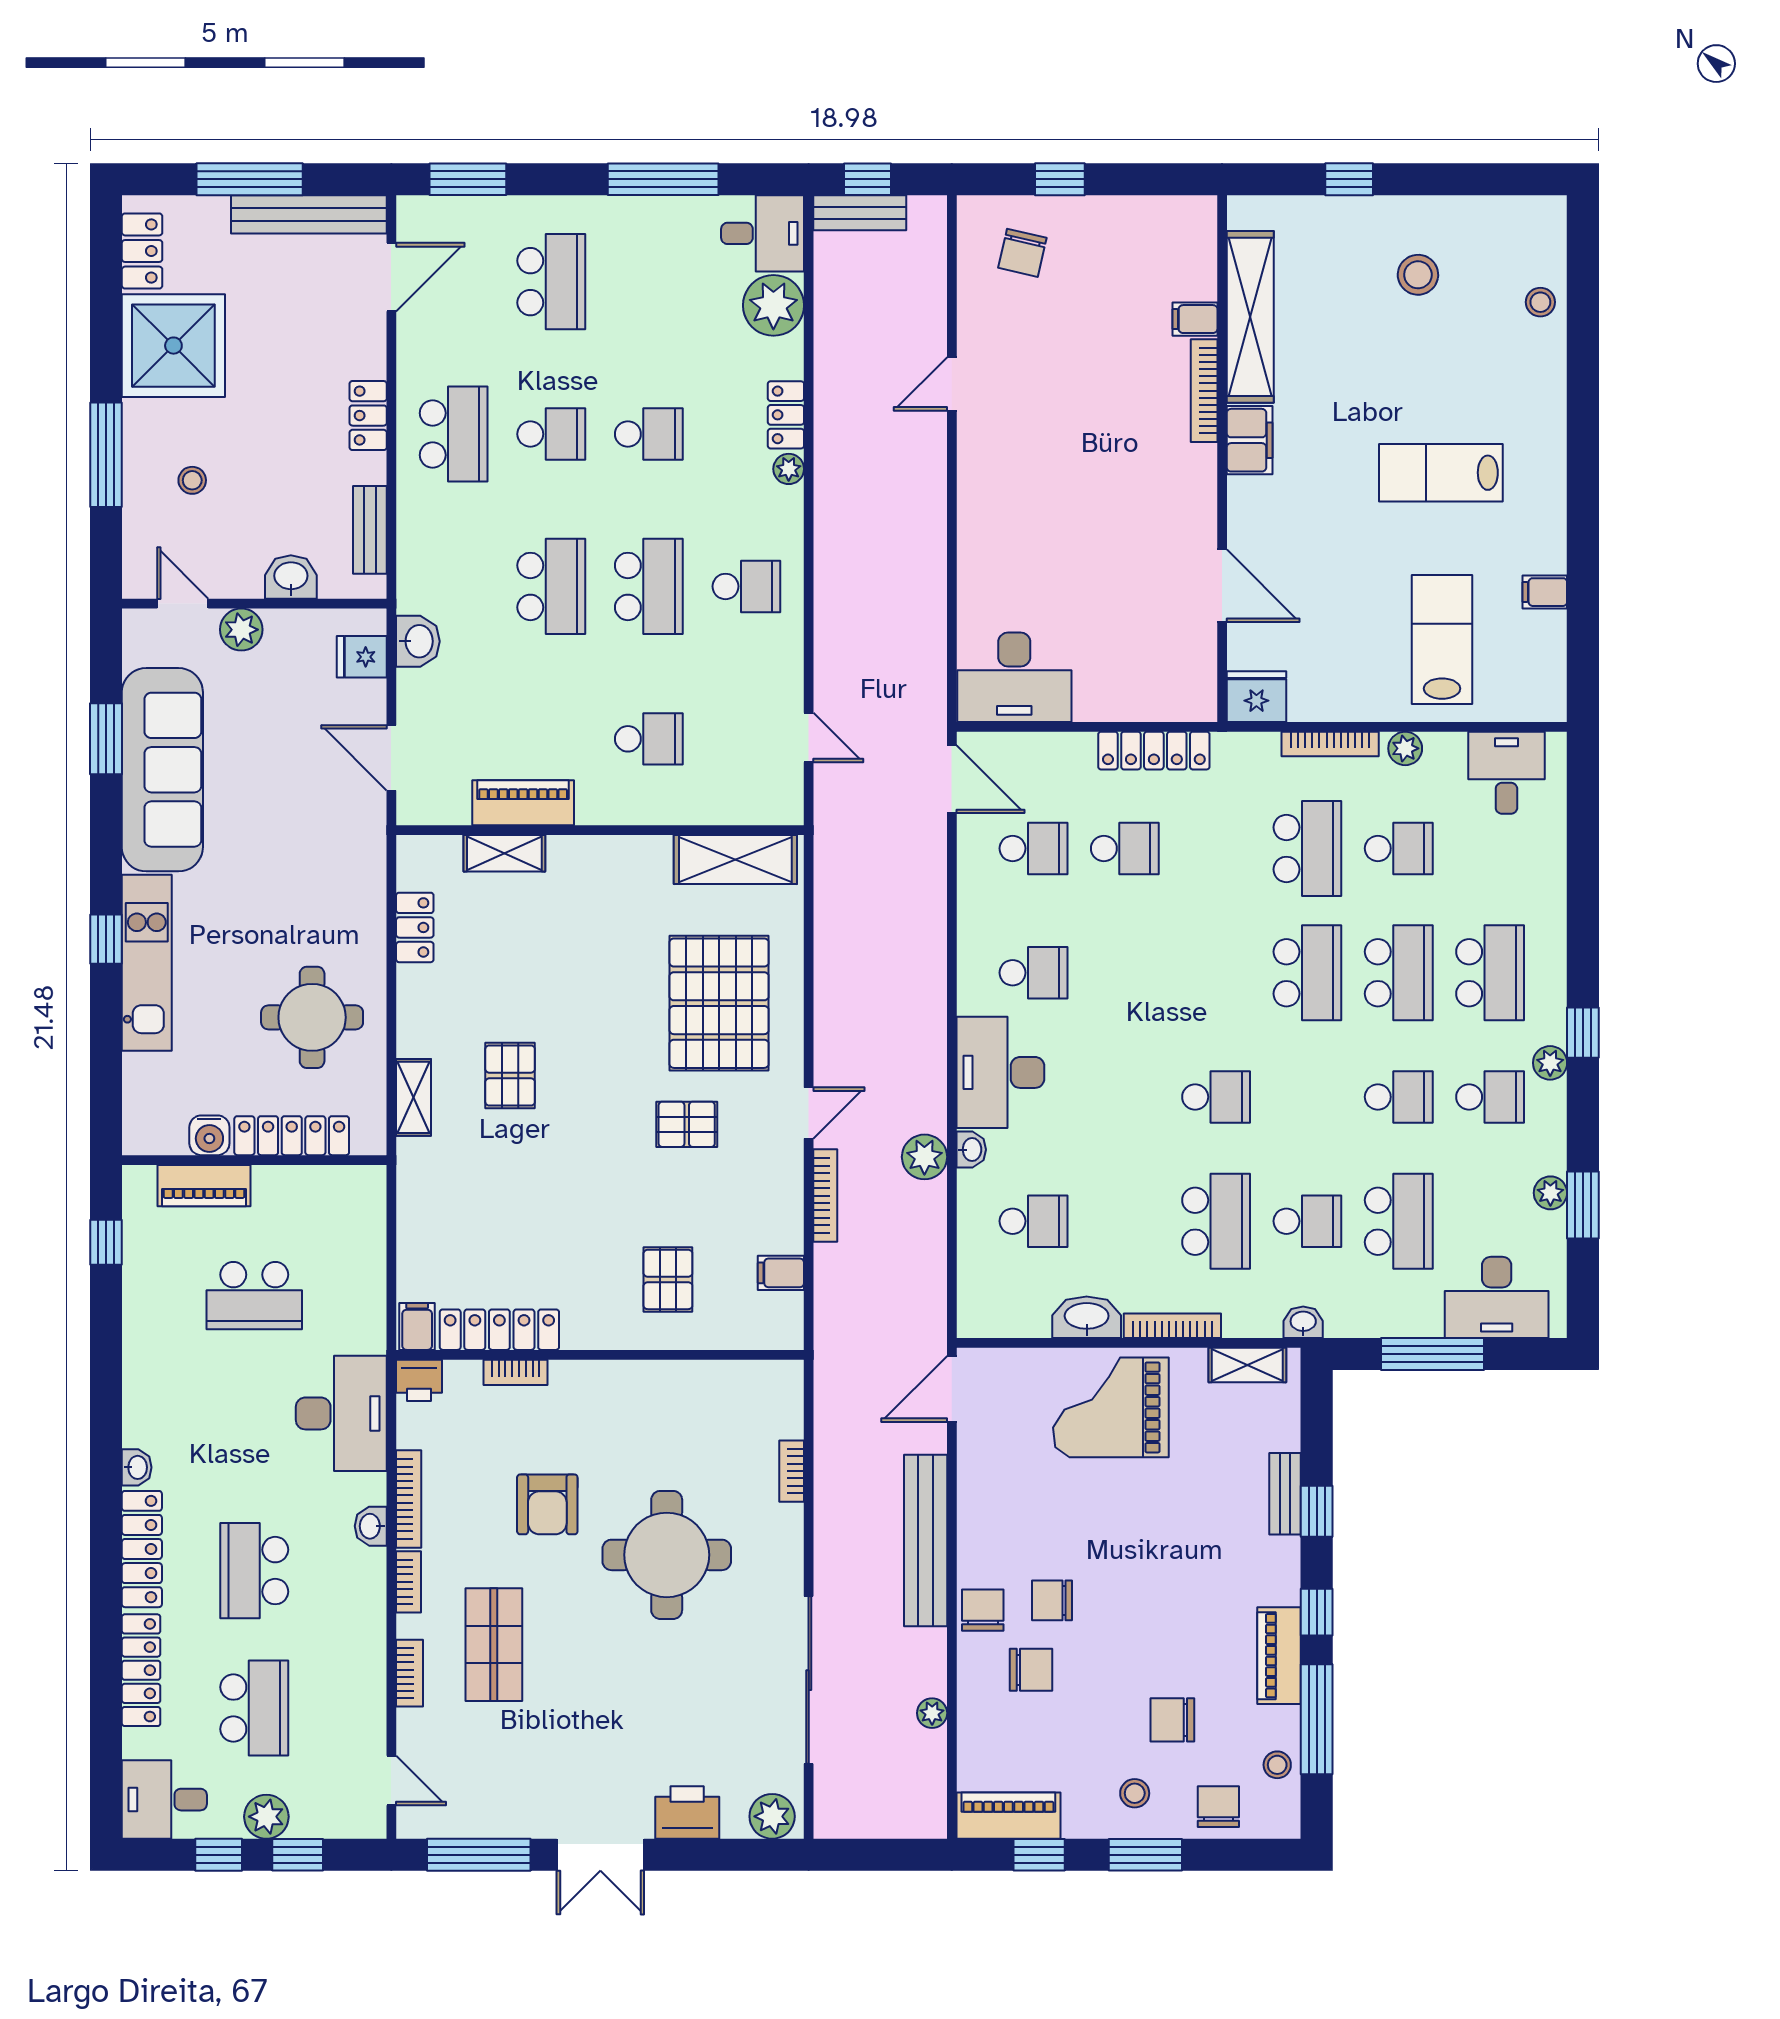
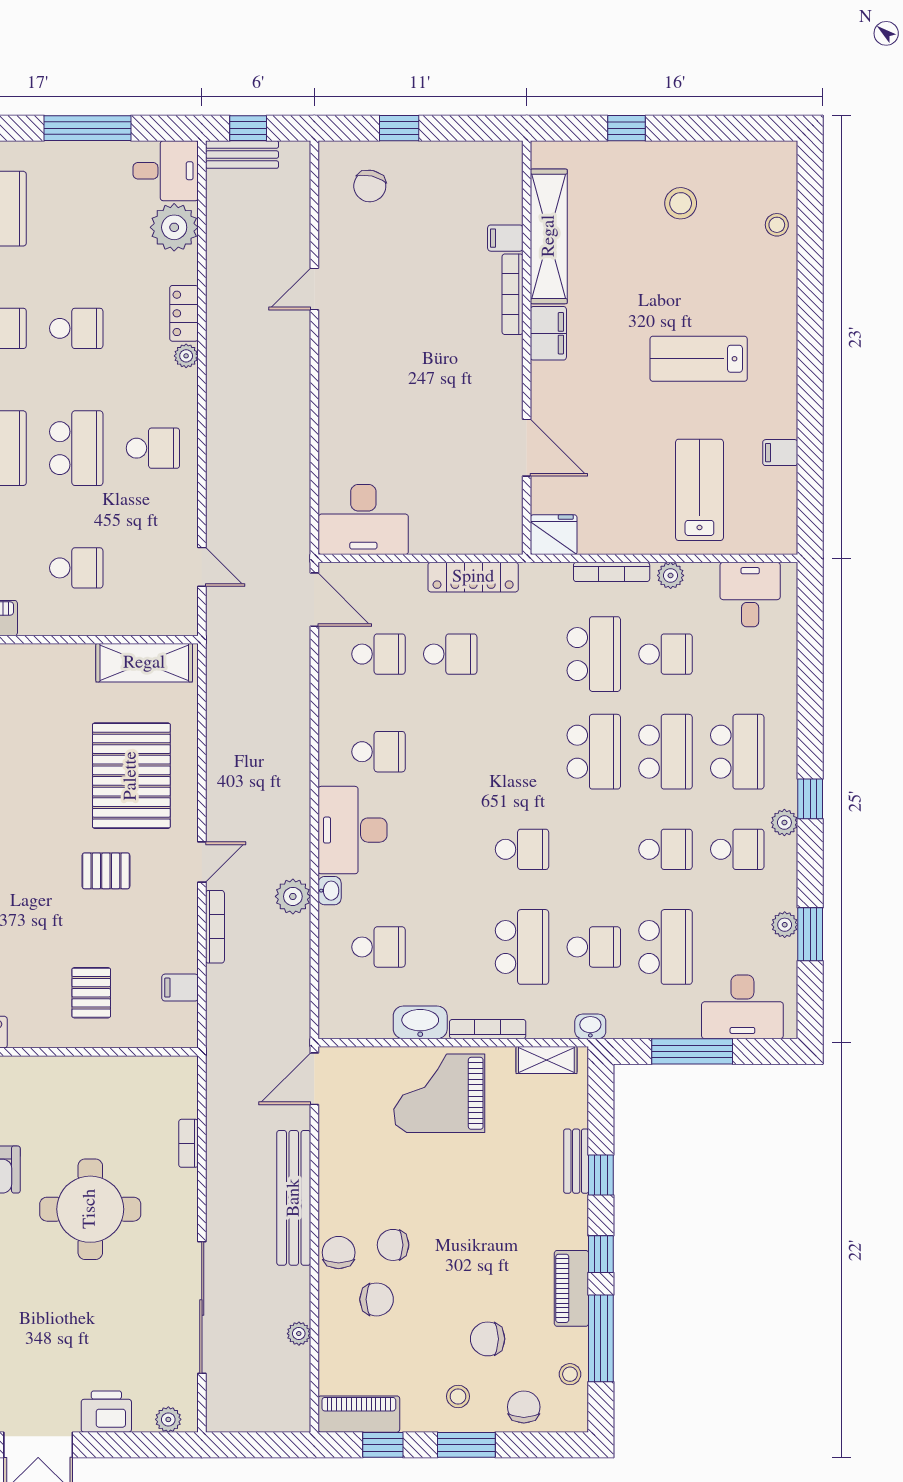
plant: (772, 1816) -> (168, 1419), width x0.73, depth x0.73

